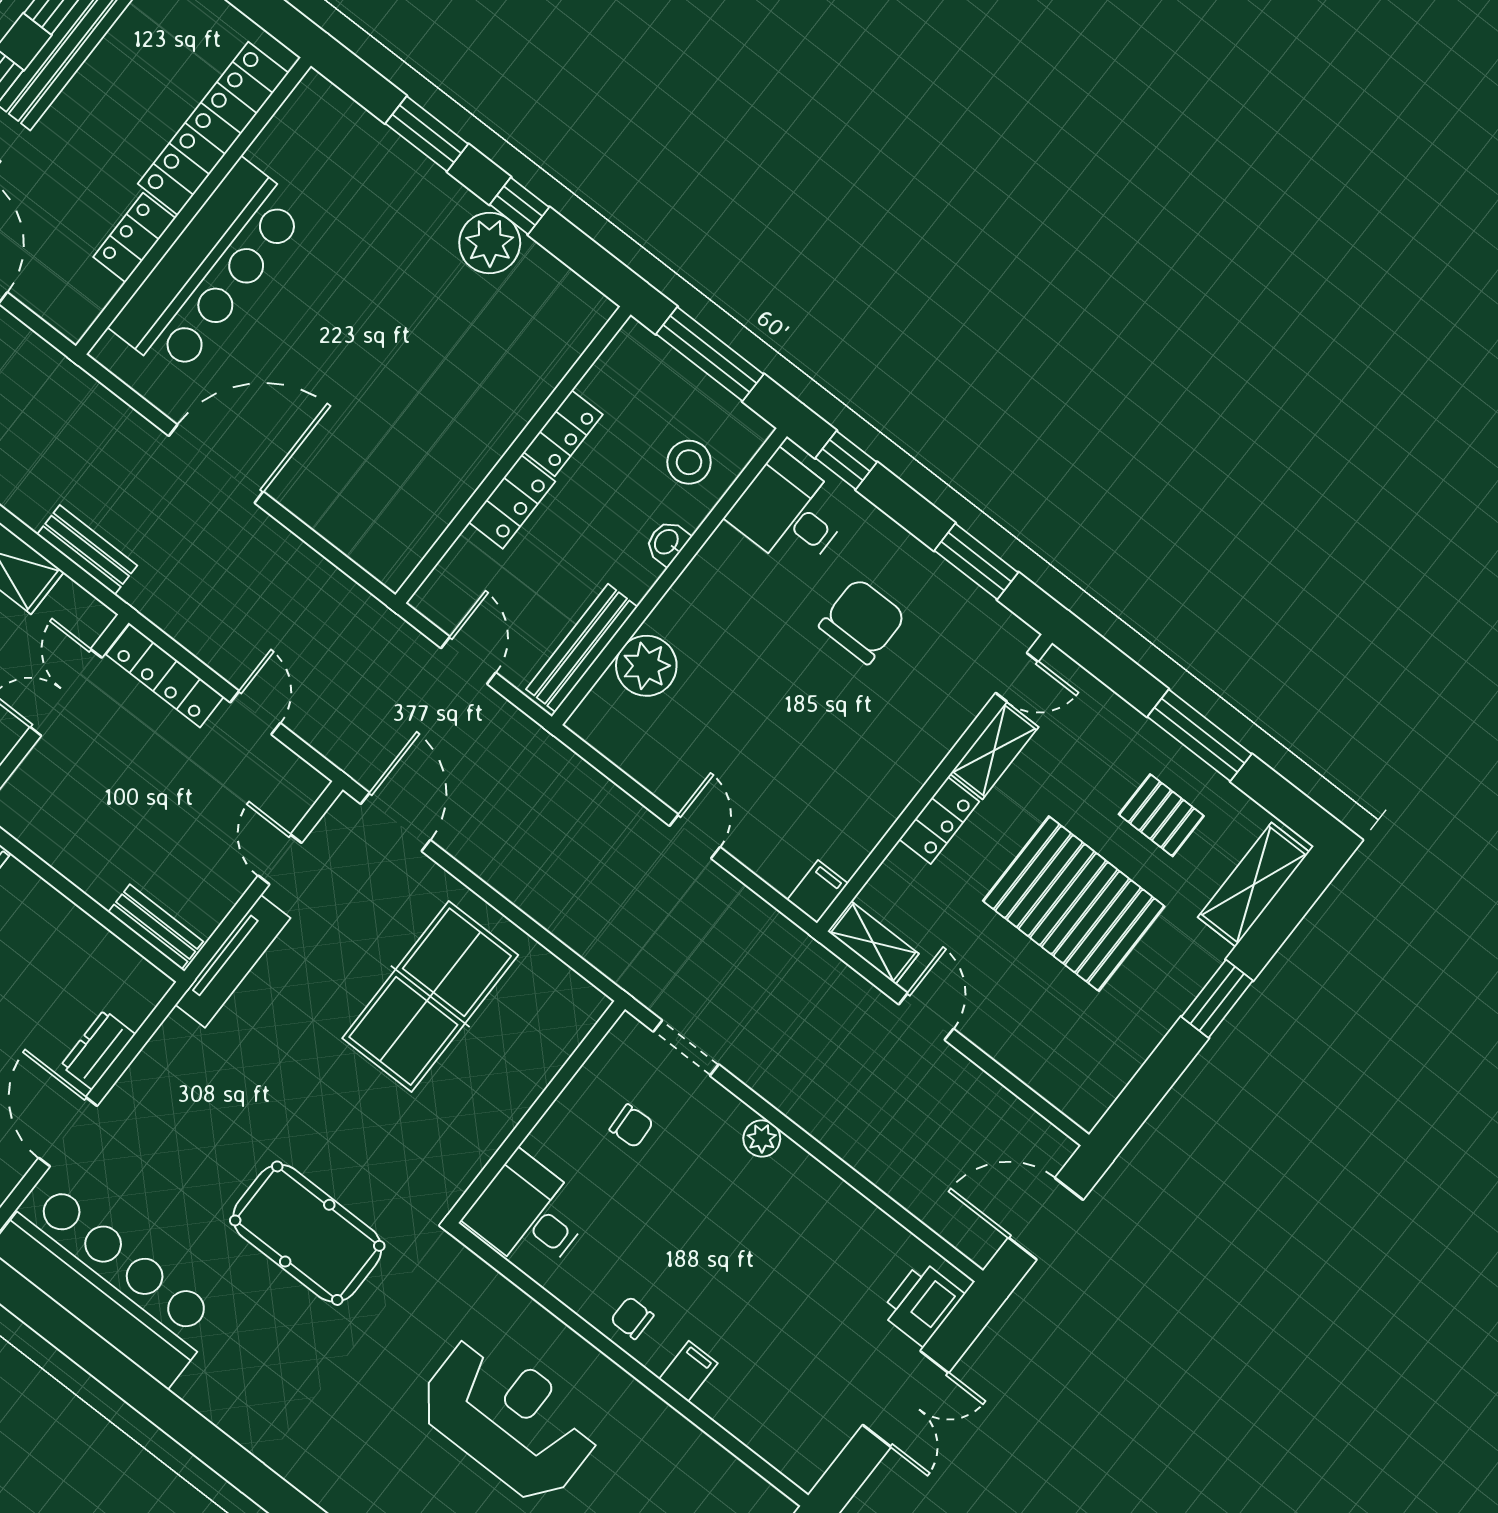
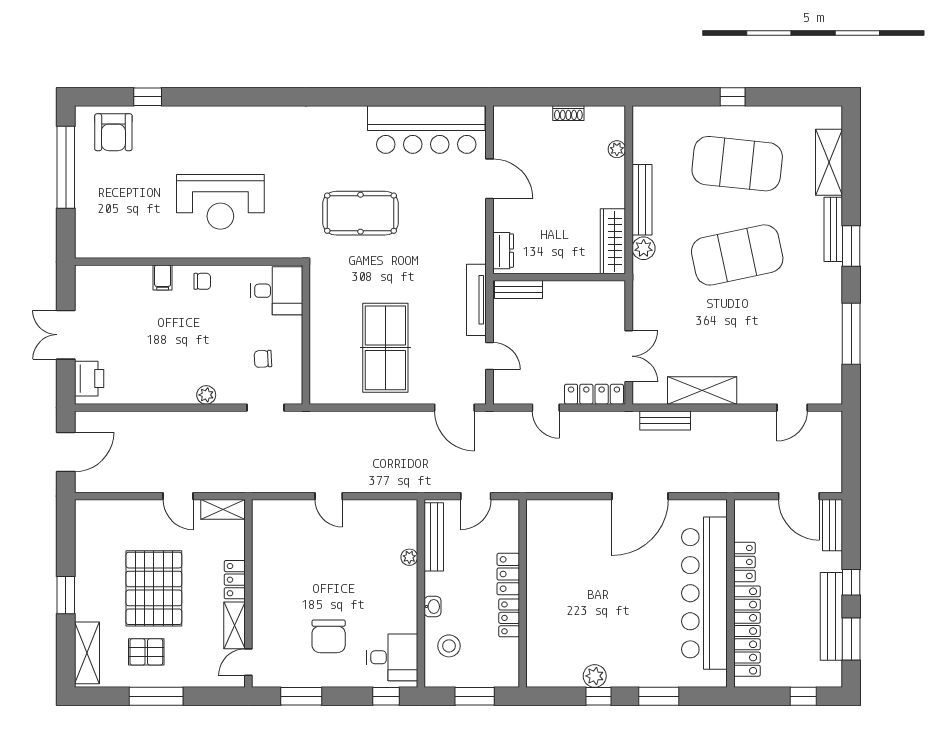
plant: (490, 243) -> (595, 676), width x0.73, depth x0.73
bar counter: (209, 269) -> (704, 593), width x1.36
window: (710, 354) -> (475, 696), width x0.69
door: (468, 660) -> (476, 496), hinge flipped
plant: (646, 666) -> (409, 557), width x0.53, depth x0.53
filing cabinet: (818, 892) -> (261, 512), removed
pallet: (1074, 904) -> (154, 588), turned 90
dresser: (98, 1050) -> (503, 251), moved

